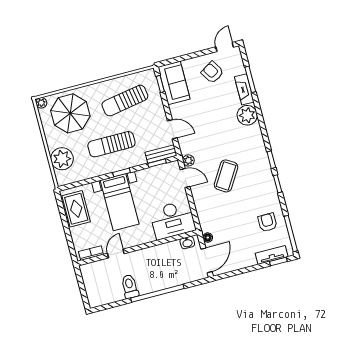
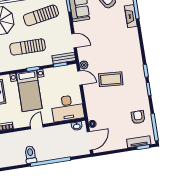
plant: (247, 115) -> (131, 36), removed
coffee table: (226, 176) -> (111, 79), turned 62
door: (116, 254) -> (37, 127), moved

